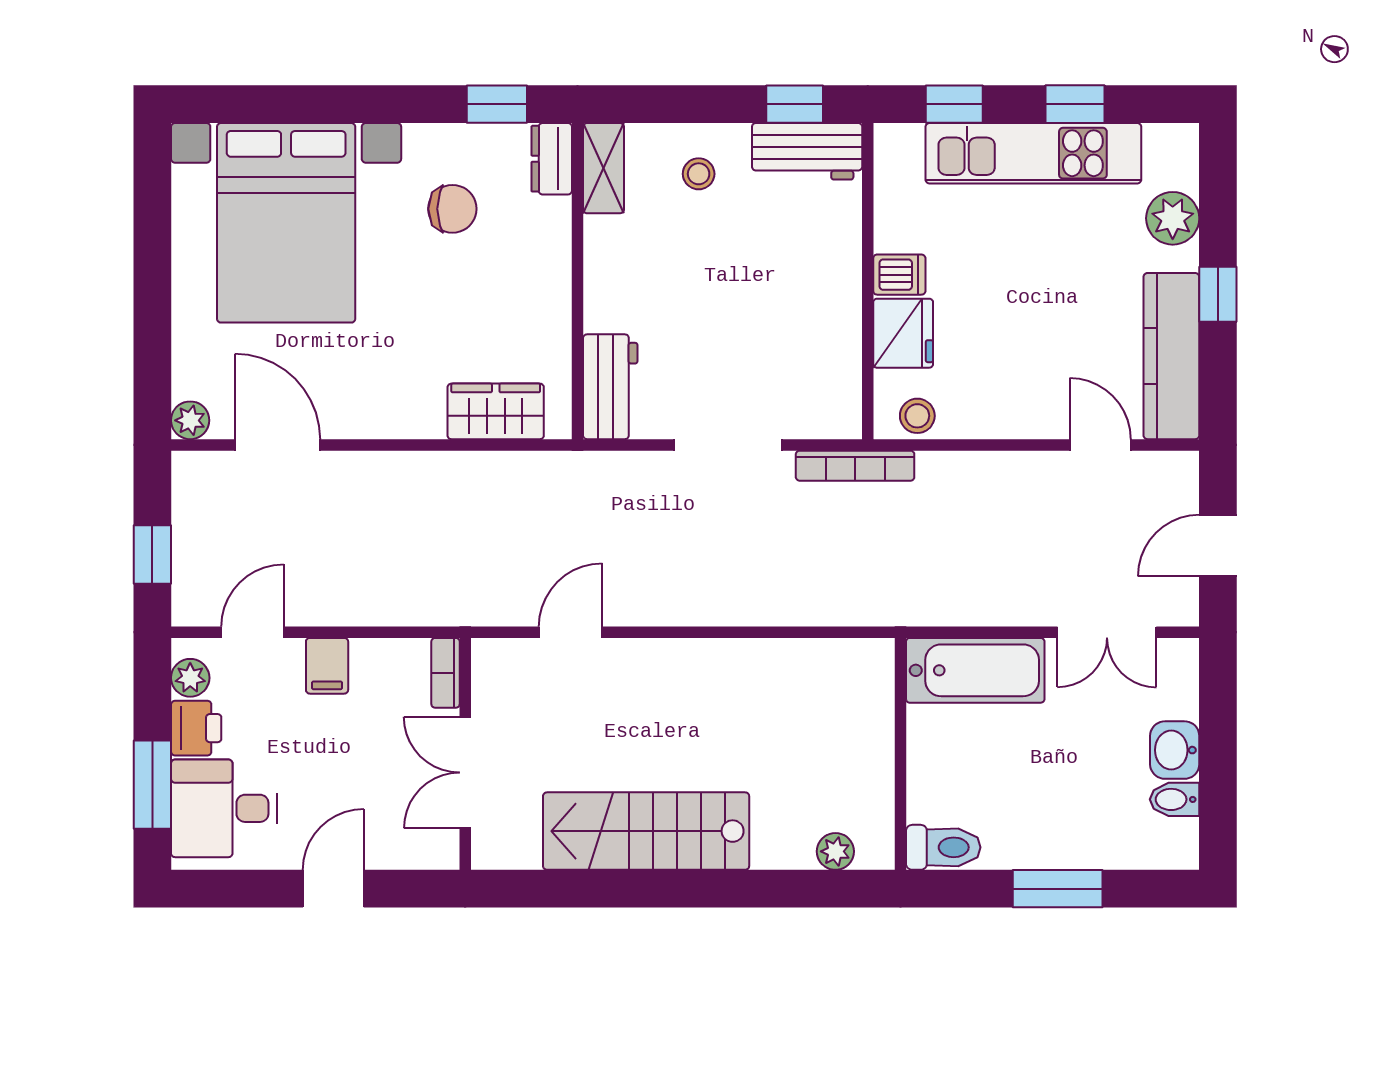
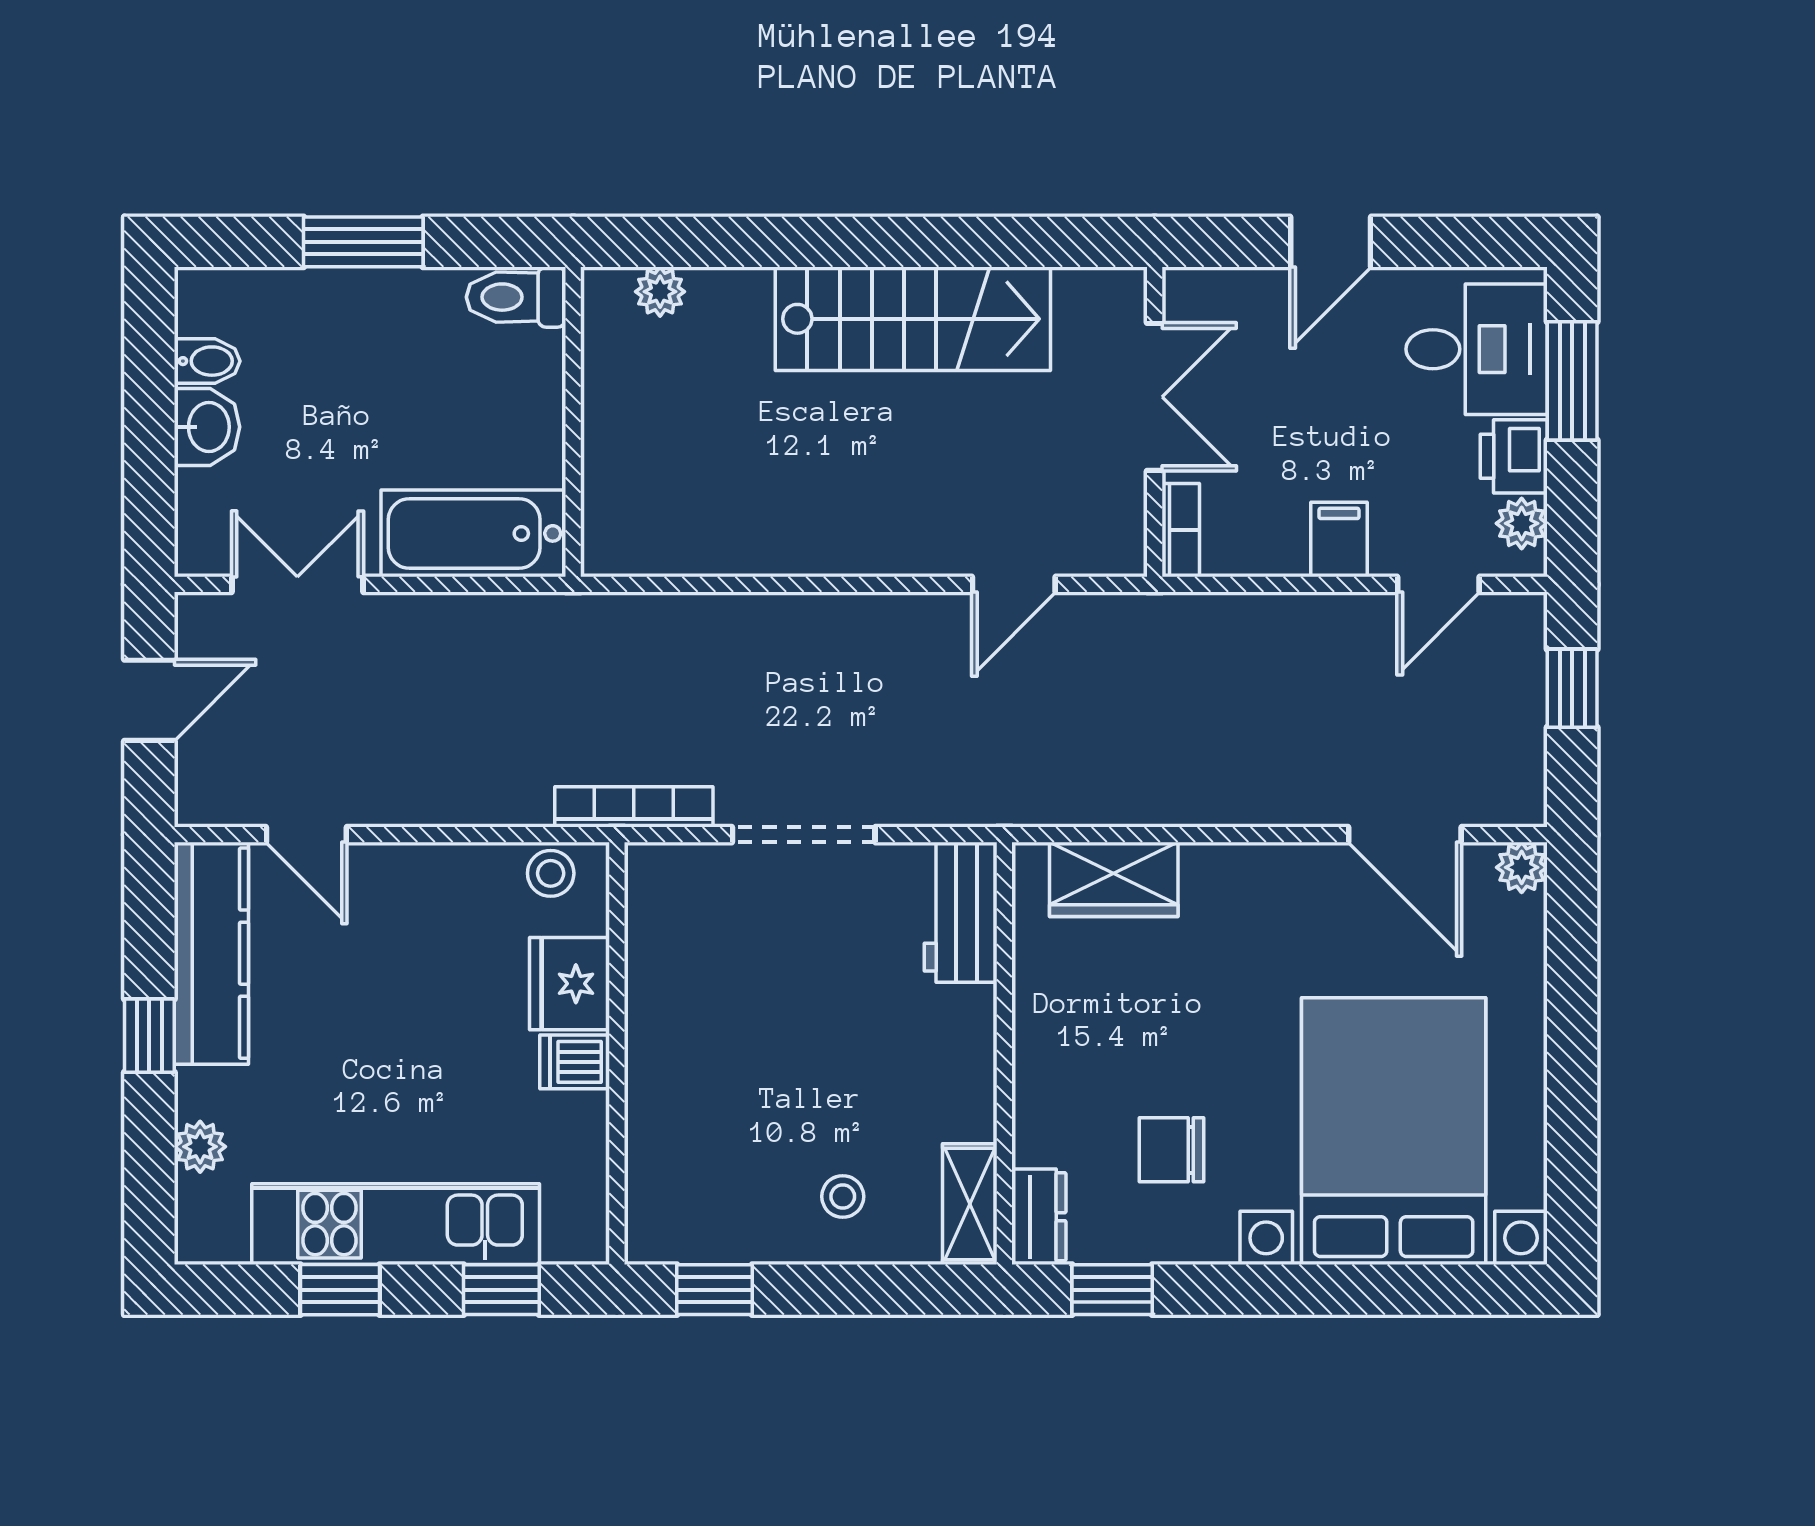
workbench: (807, 151) -> (698, 1227), removed
plant: (1173, 218) -> (200, 1147), width x0.73, depth x0.73

